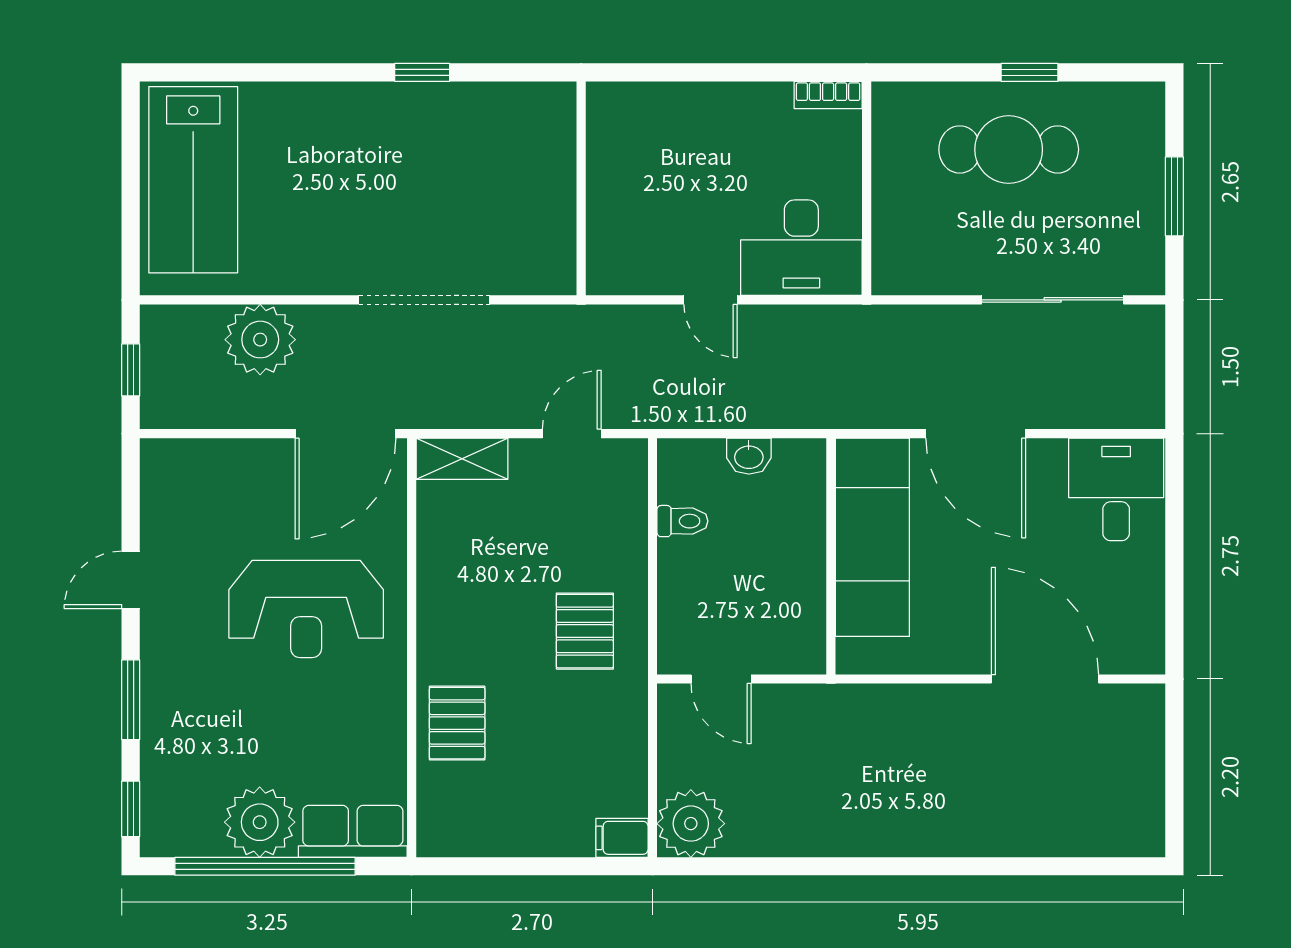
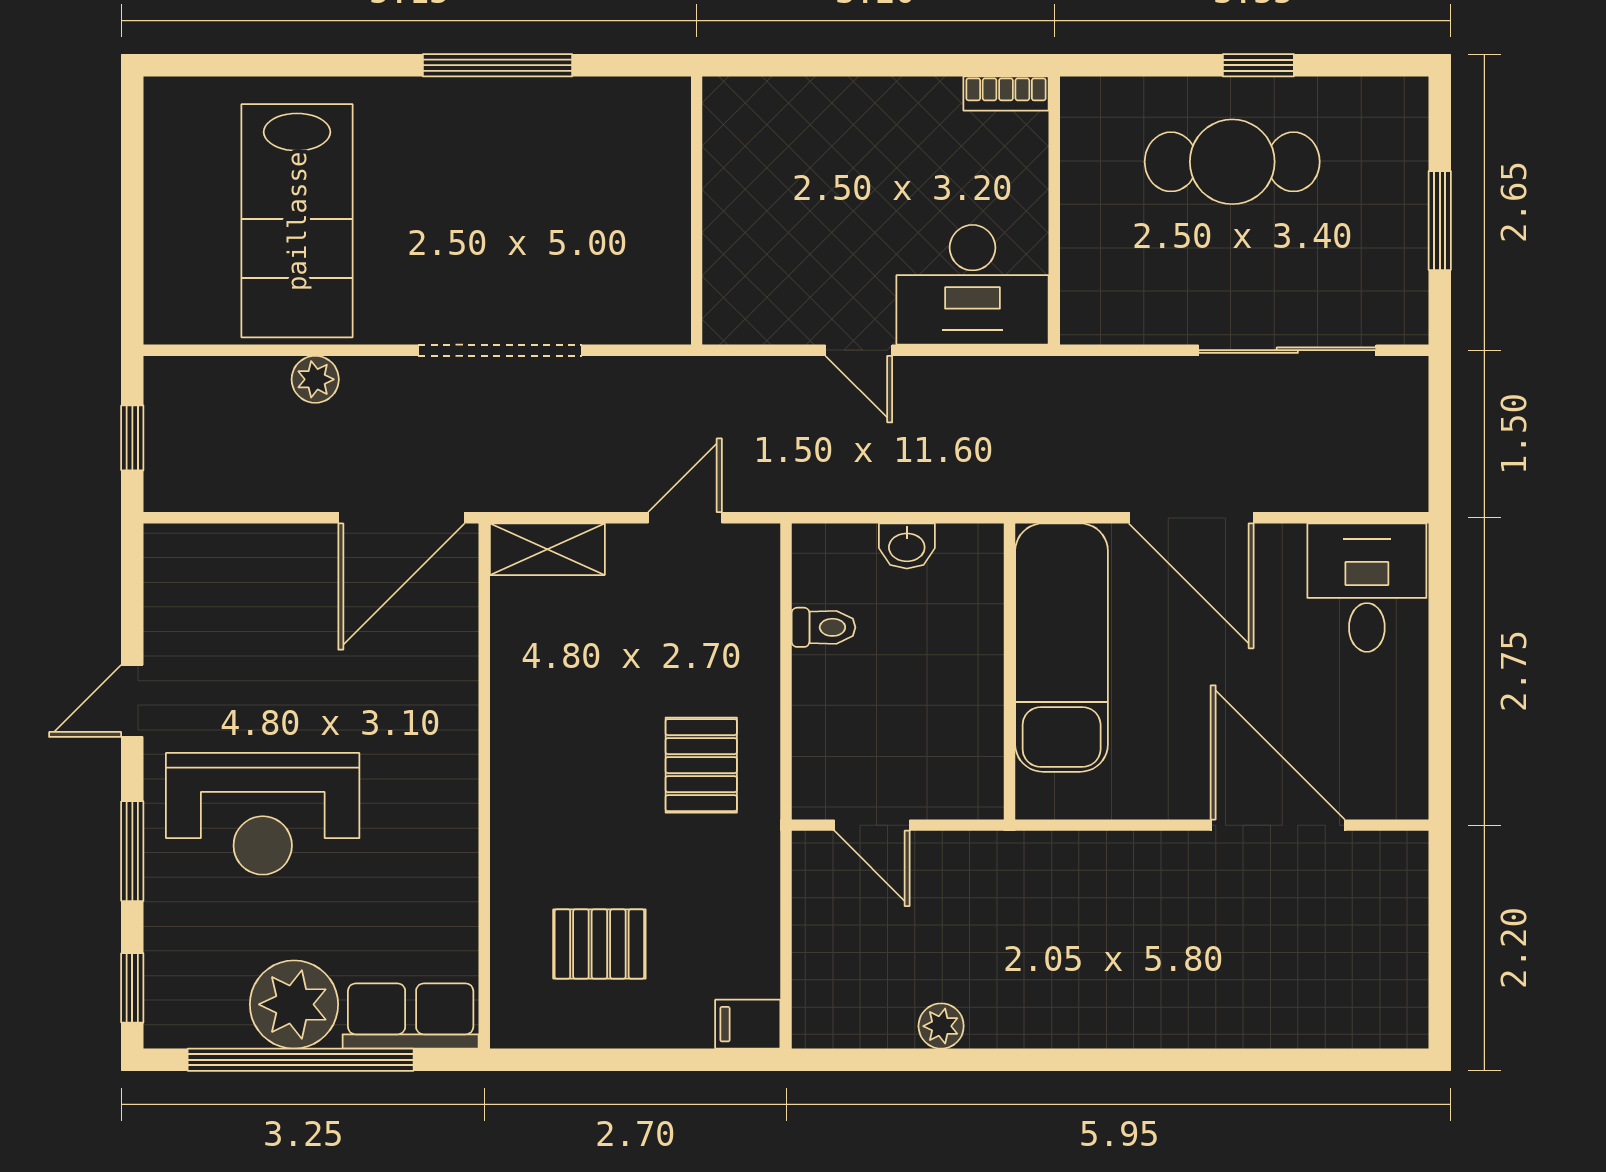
window: (422, 72) -> (497, 65), width x2.17
lab bench: (193, 180) -> (297, 221), moved
plant: (260, 340) -> (315, 379), width x0.53, depth x0.53
reception desk: (306, 609) -> (263, 814), moved
pallet: (457, 723) -> (599, 944), moved, turned 90
plant: (691, 824) -> (941, 1026), moved, width x0.53, depth x0.53

